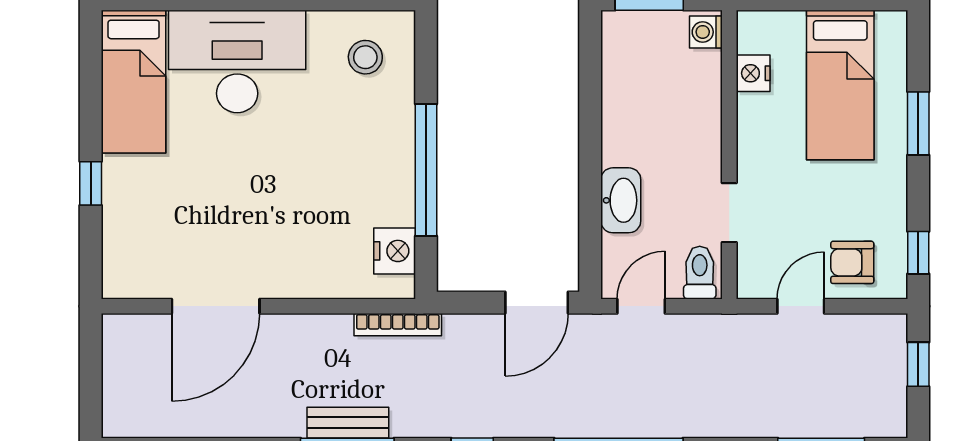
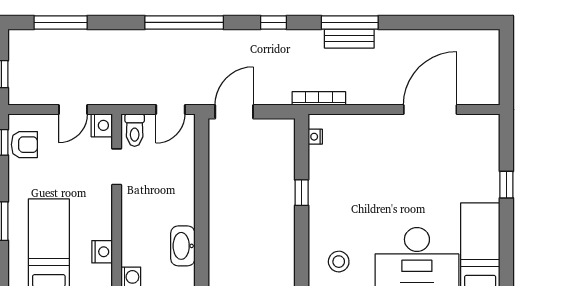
window: (426, 170) -> (302, 193), width x0.32
washbasin: (621, 200) -> (183, 246), moved
nightstand: (395, 251) -> (315, 137), width x0.53, depth x0.56
armchair: (852, 262) -> (24, 145), moved
nightstand: (754, 280) -> (102, 125), added

